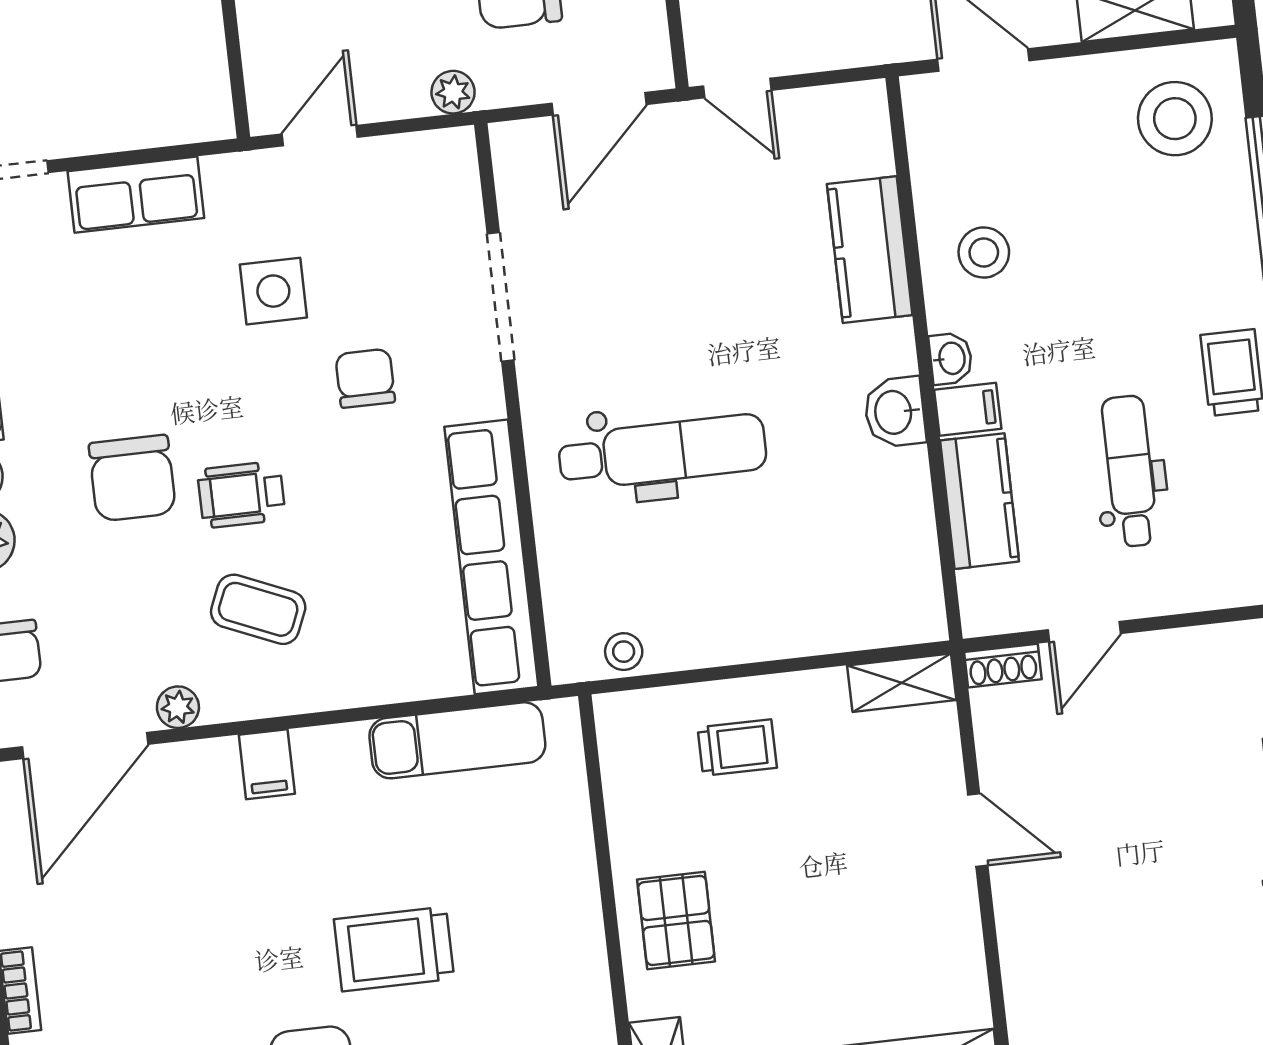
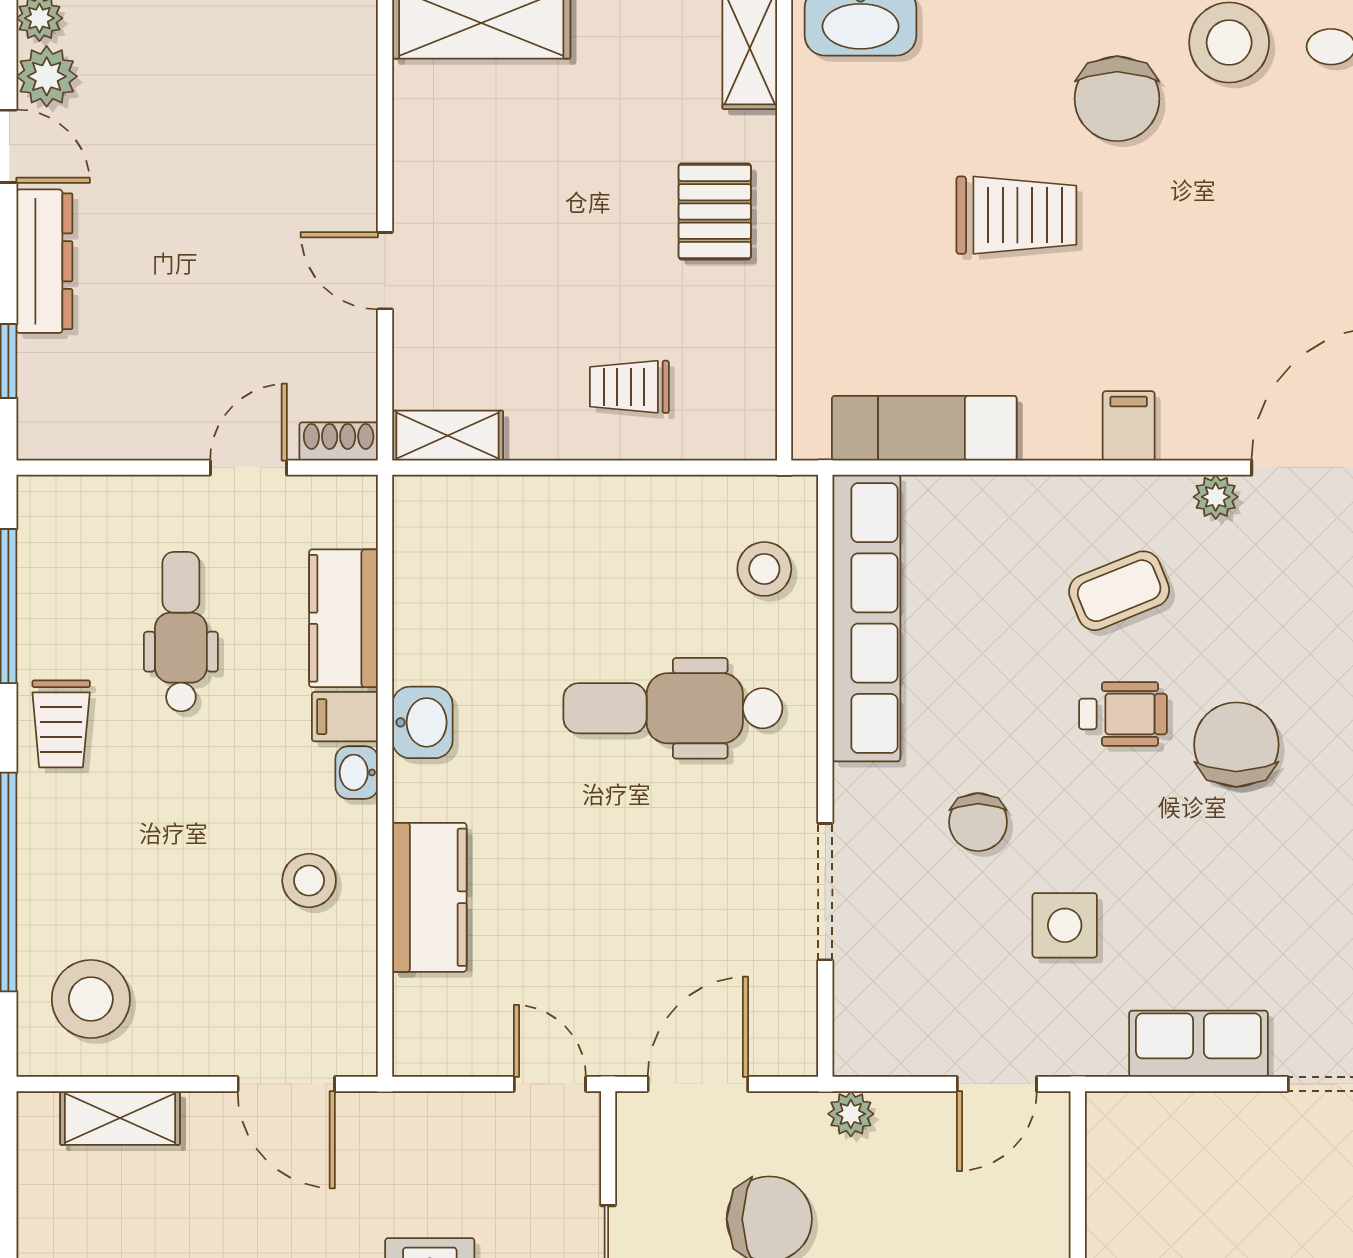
dental chair: (1130, 471) -> (181, 632), turned 180
coffee table: (258, 609) -> (1119, 591), turned -45
stool: (624, 652) -> (764, 569), moved, width x1.37, depth x1.37

